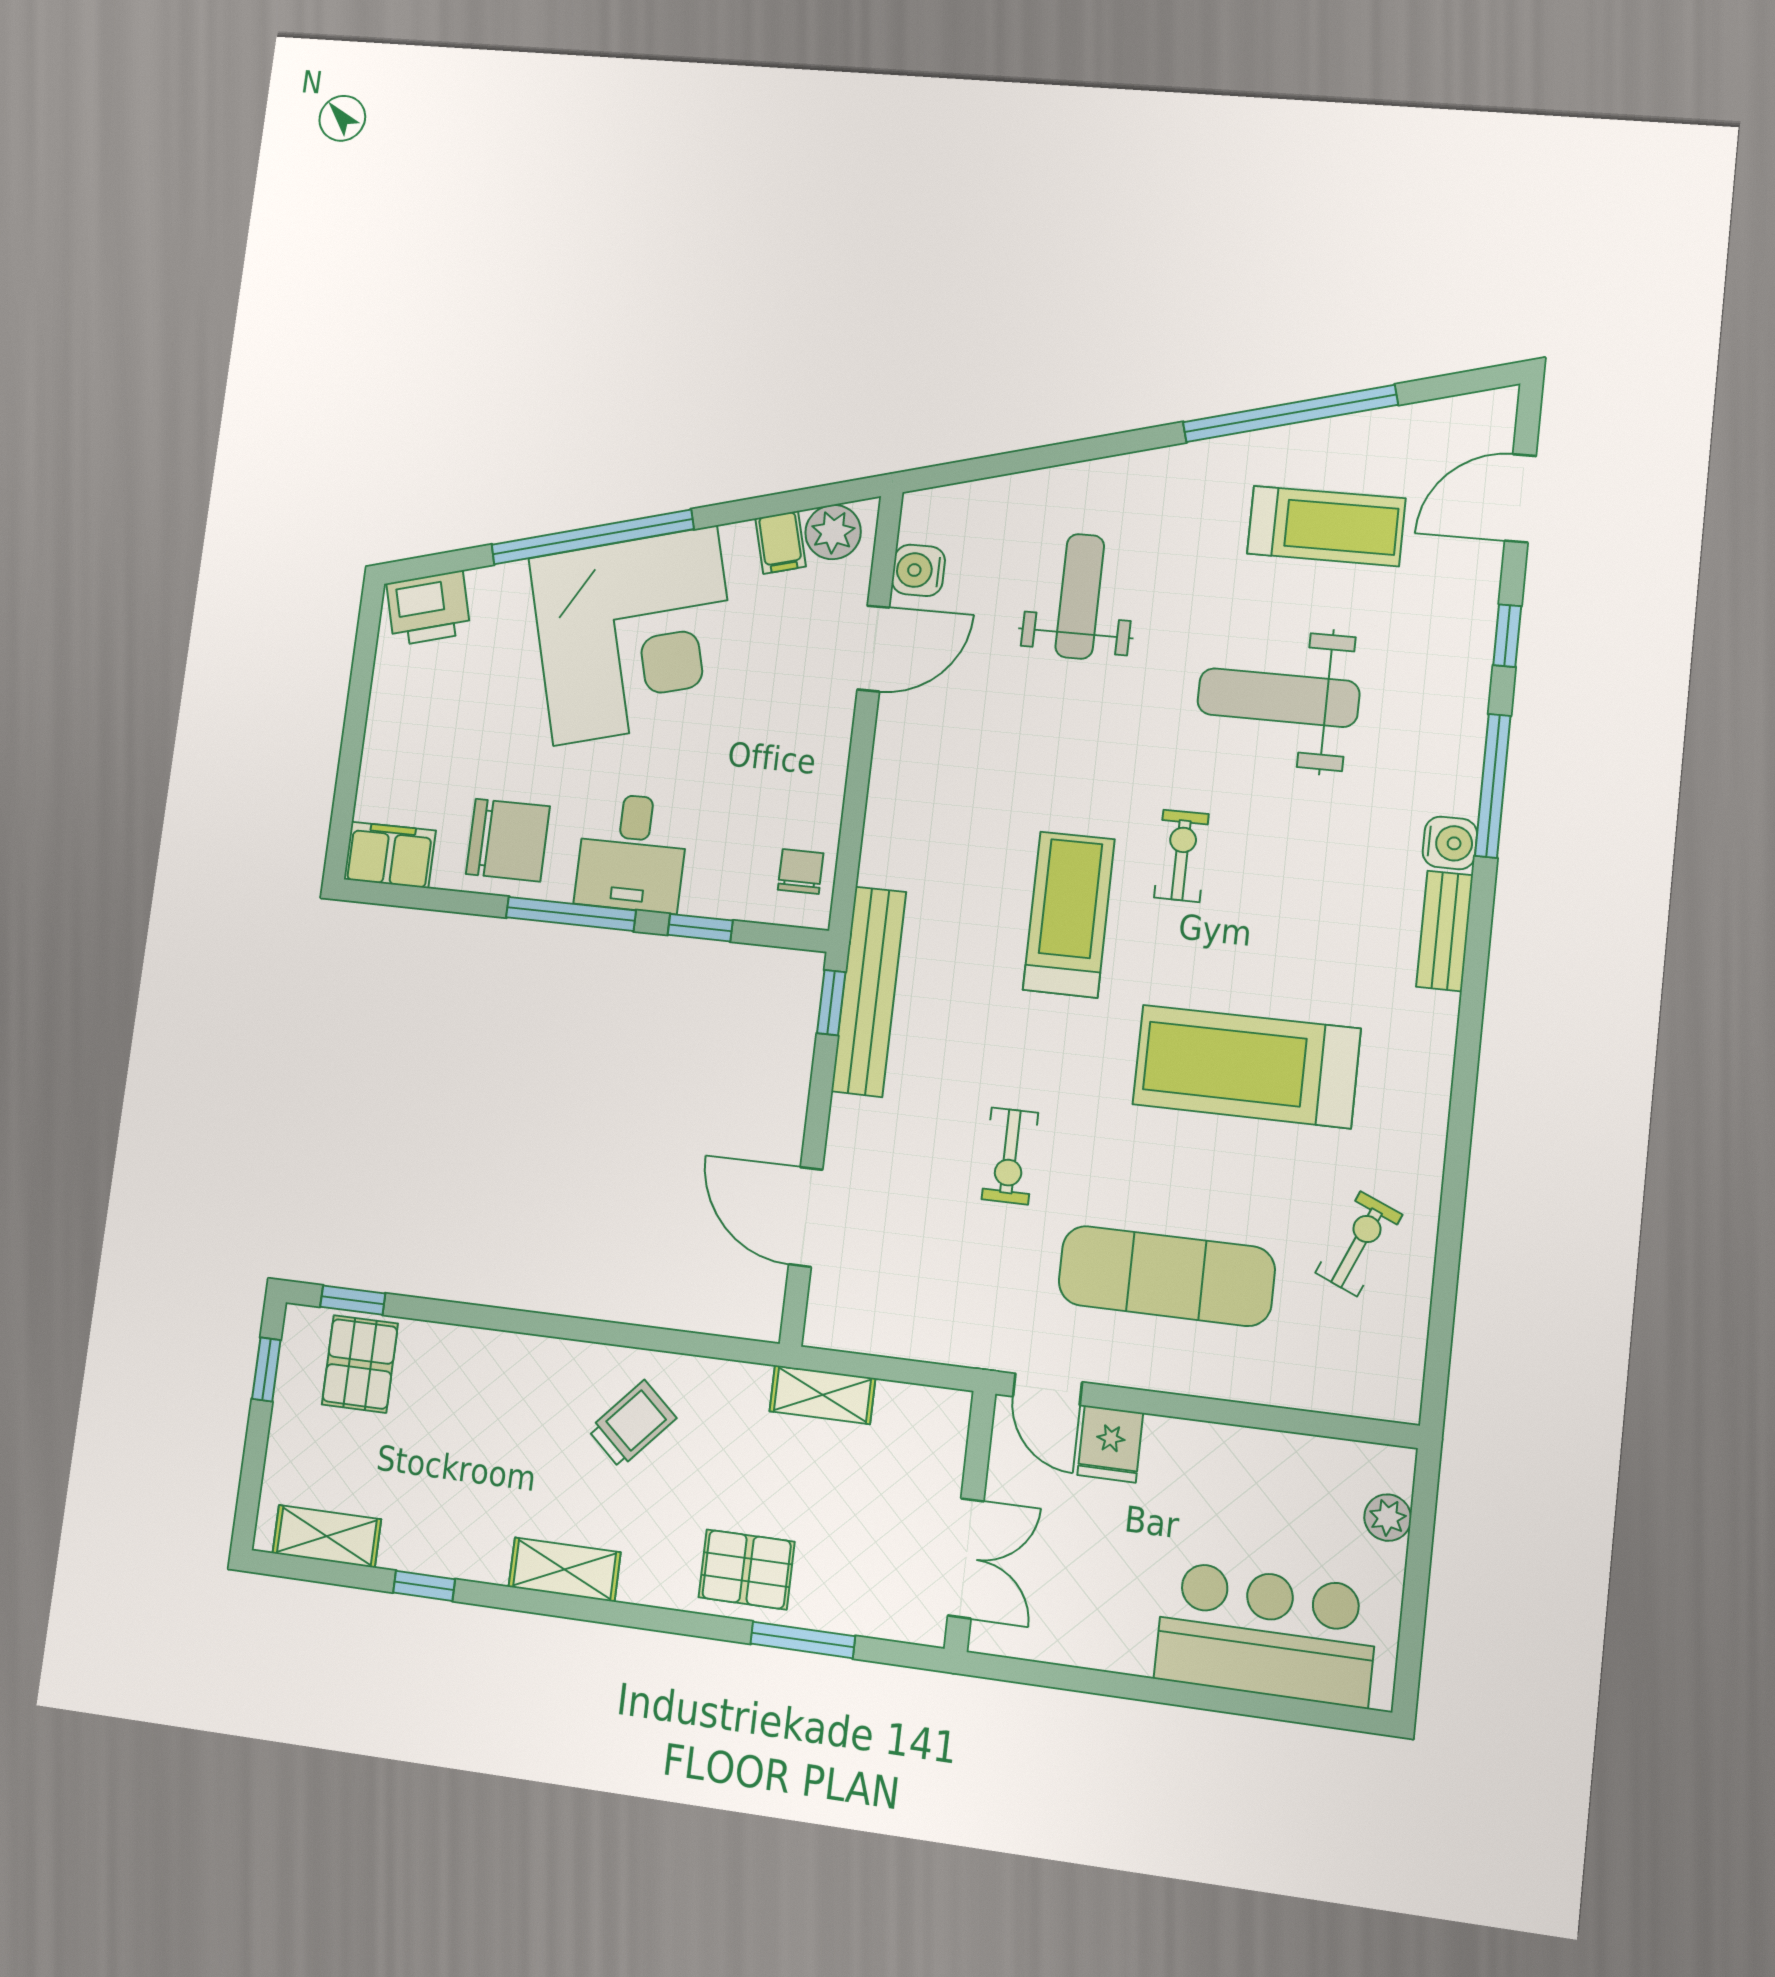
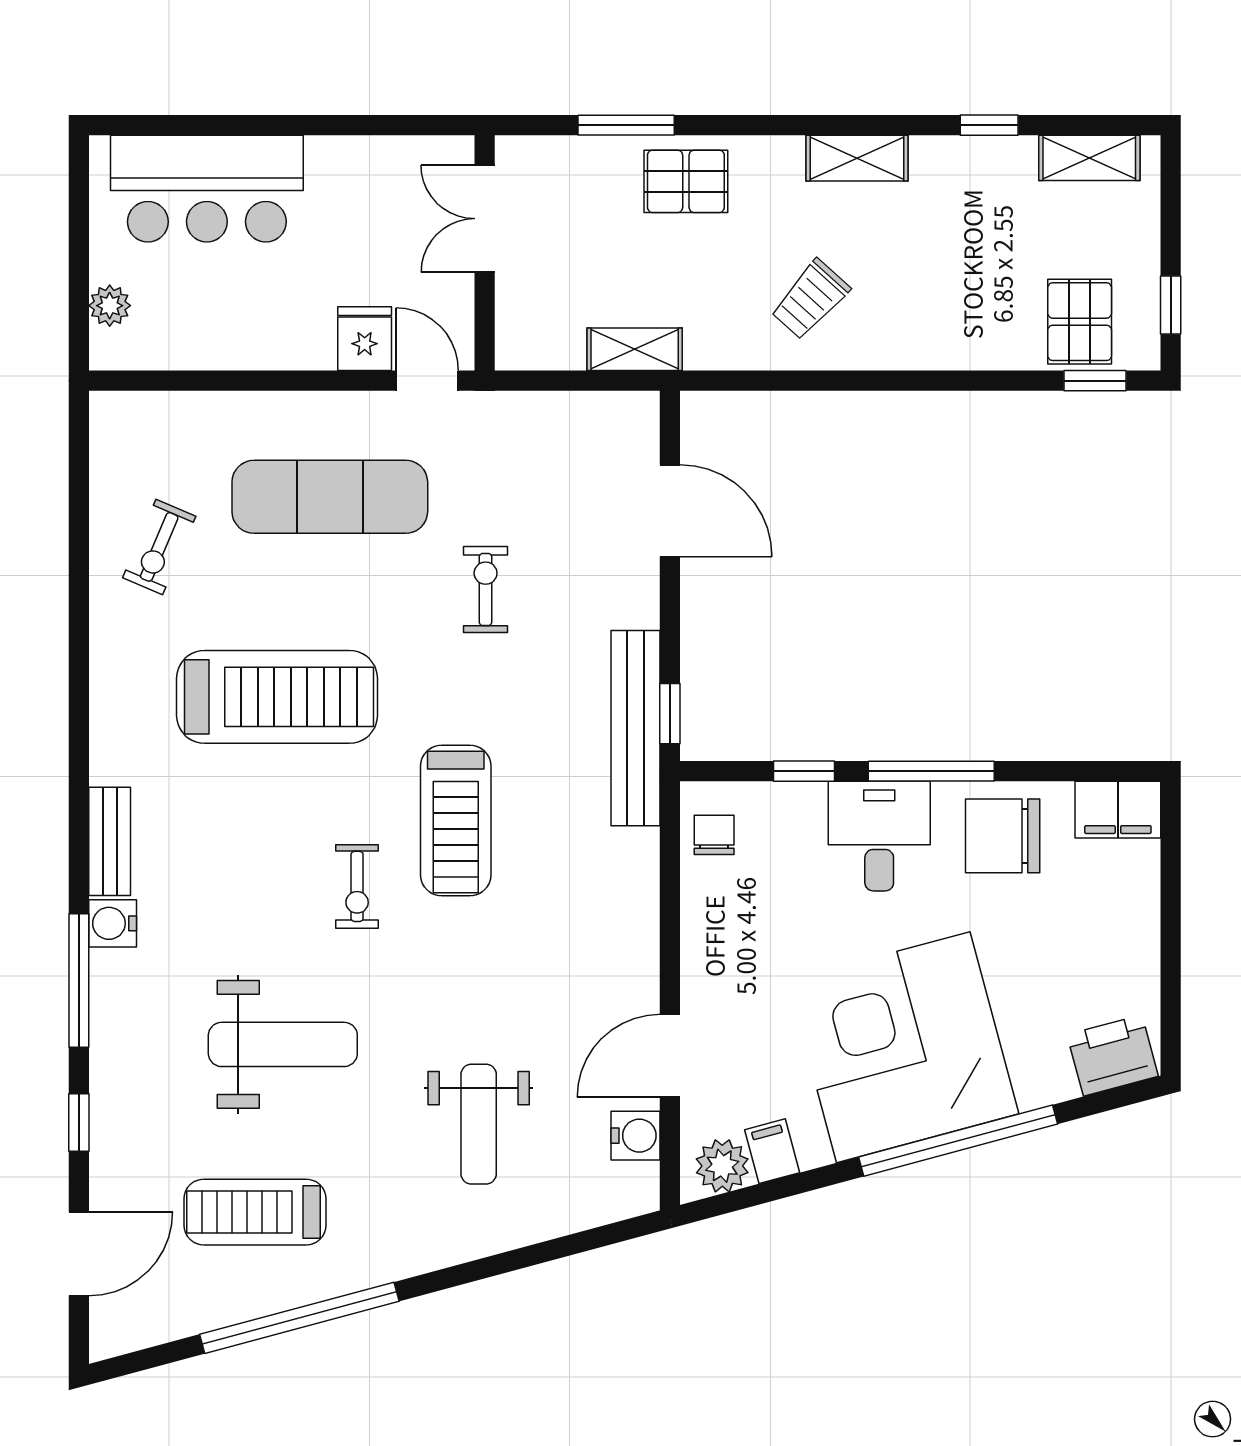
chair: (801, 871) -> (714, 835), turned 180

